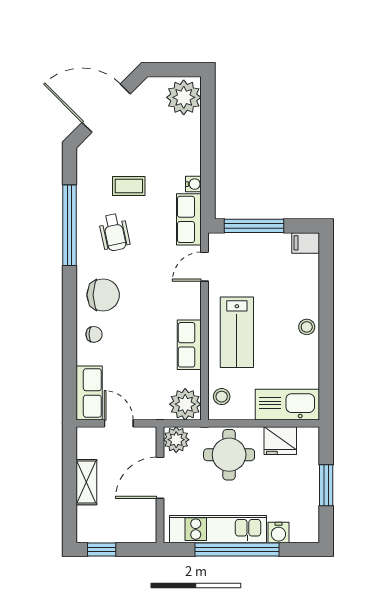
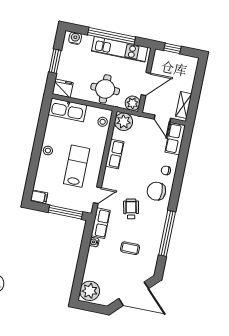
wheelchair: (114, 232) -> (131, 209), moved
lab bench: (237, 332) -> (77, 166), moved
fridge: (280, 441) -> (63, 88), moved
shelving: (86, 482) -> (184, 105), moved
water cooler: (278, 532) -> (75, 38), moved
window: (102, 549) -> (172, 48), moved

